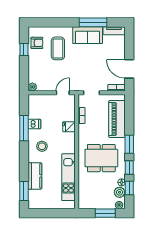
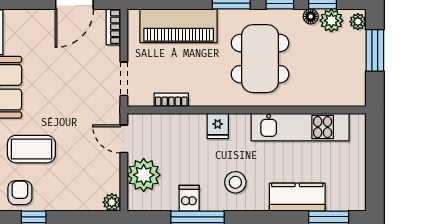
plant: (45, 102) -> (144, 175), added
fridge: (69, 127) -> (218, 126), moved

